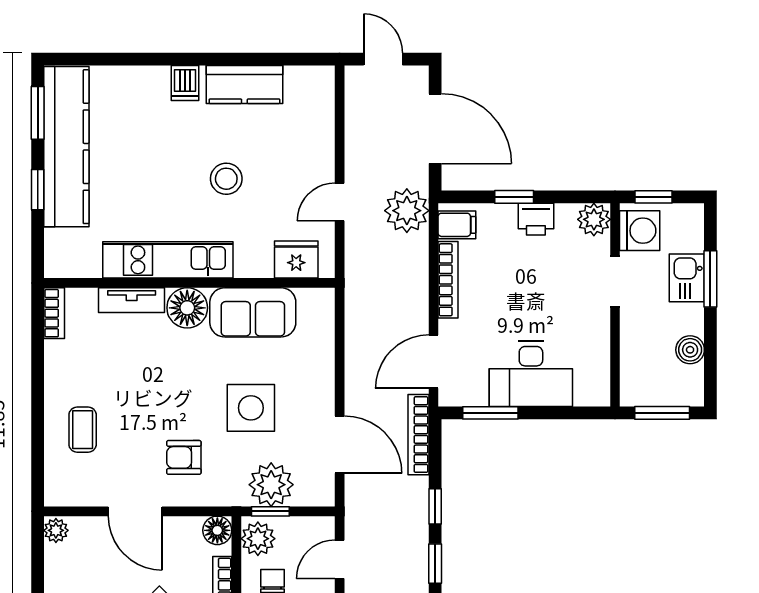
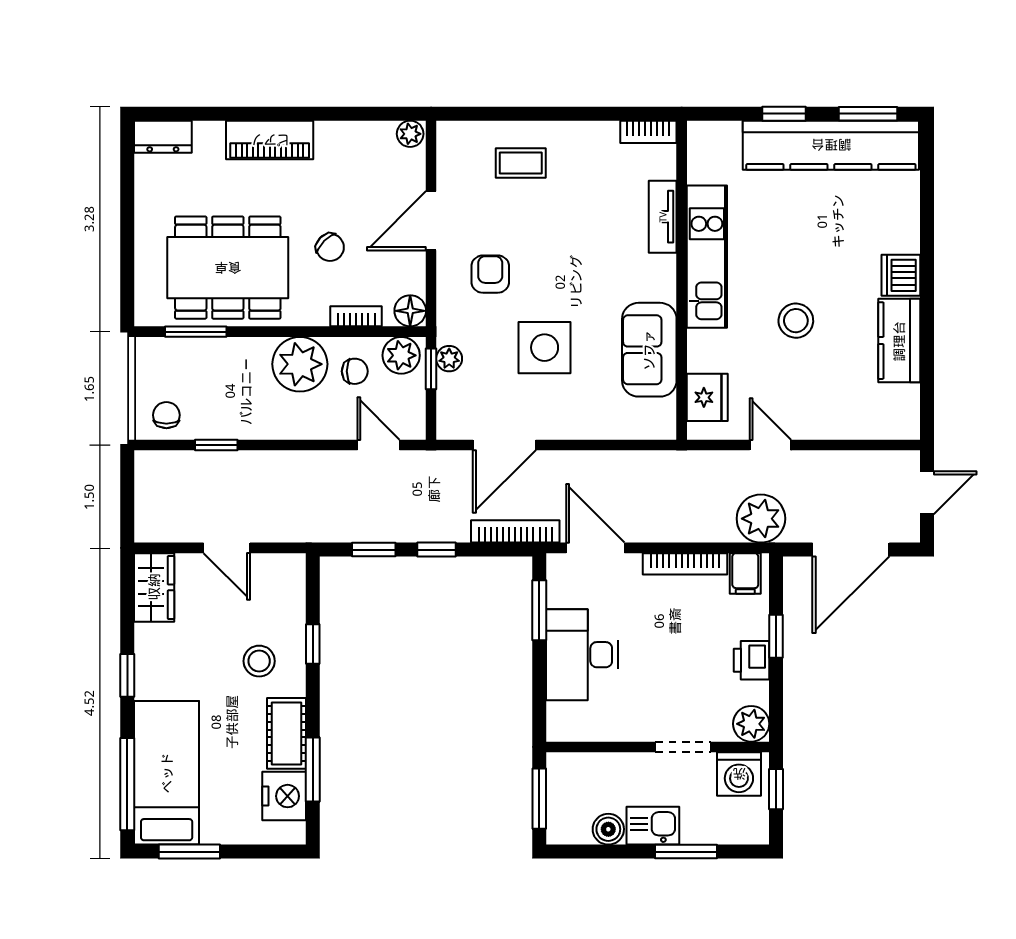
dishwasher: (185, 83) -> (901, 275), width x1.38
kitchen sink: (687, 278) -> (653, 826), moved
floor lamp: (187, 308) -> (654, 278), removed
plant: (271, 485) -> (449, 359), width x0.53, depth x0.53

